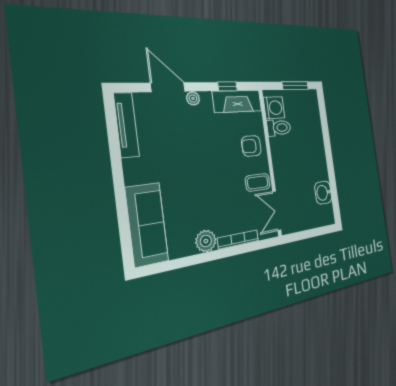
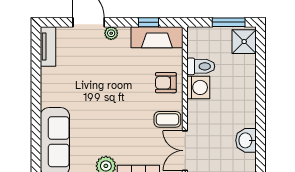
shower: (309, 103) -> (244, 42), added
washing machine: (274, 108) -> (198, 87), moved
tv unit: (126, 125) -> (48, 46), width x0.71

